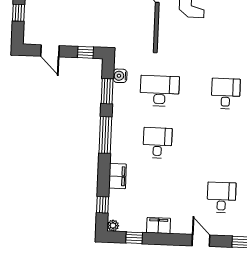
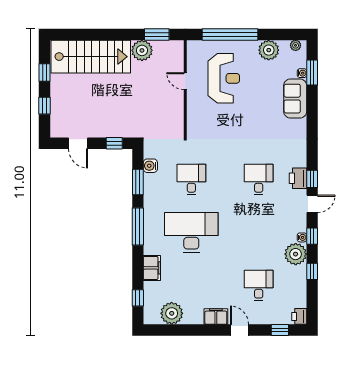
desk: (160, 91) -> (191, 179), width x0.73
desk: (157, 143) -> (191, 232), width x1.87, depth x1.30
filing cabinet: (159, 225) -> (216, 317), moved
plant: (113, 226) -> (172, 313), moved, width x1.88, depth x1.88
window: (134, 238) -> (171, 330), removed

